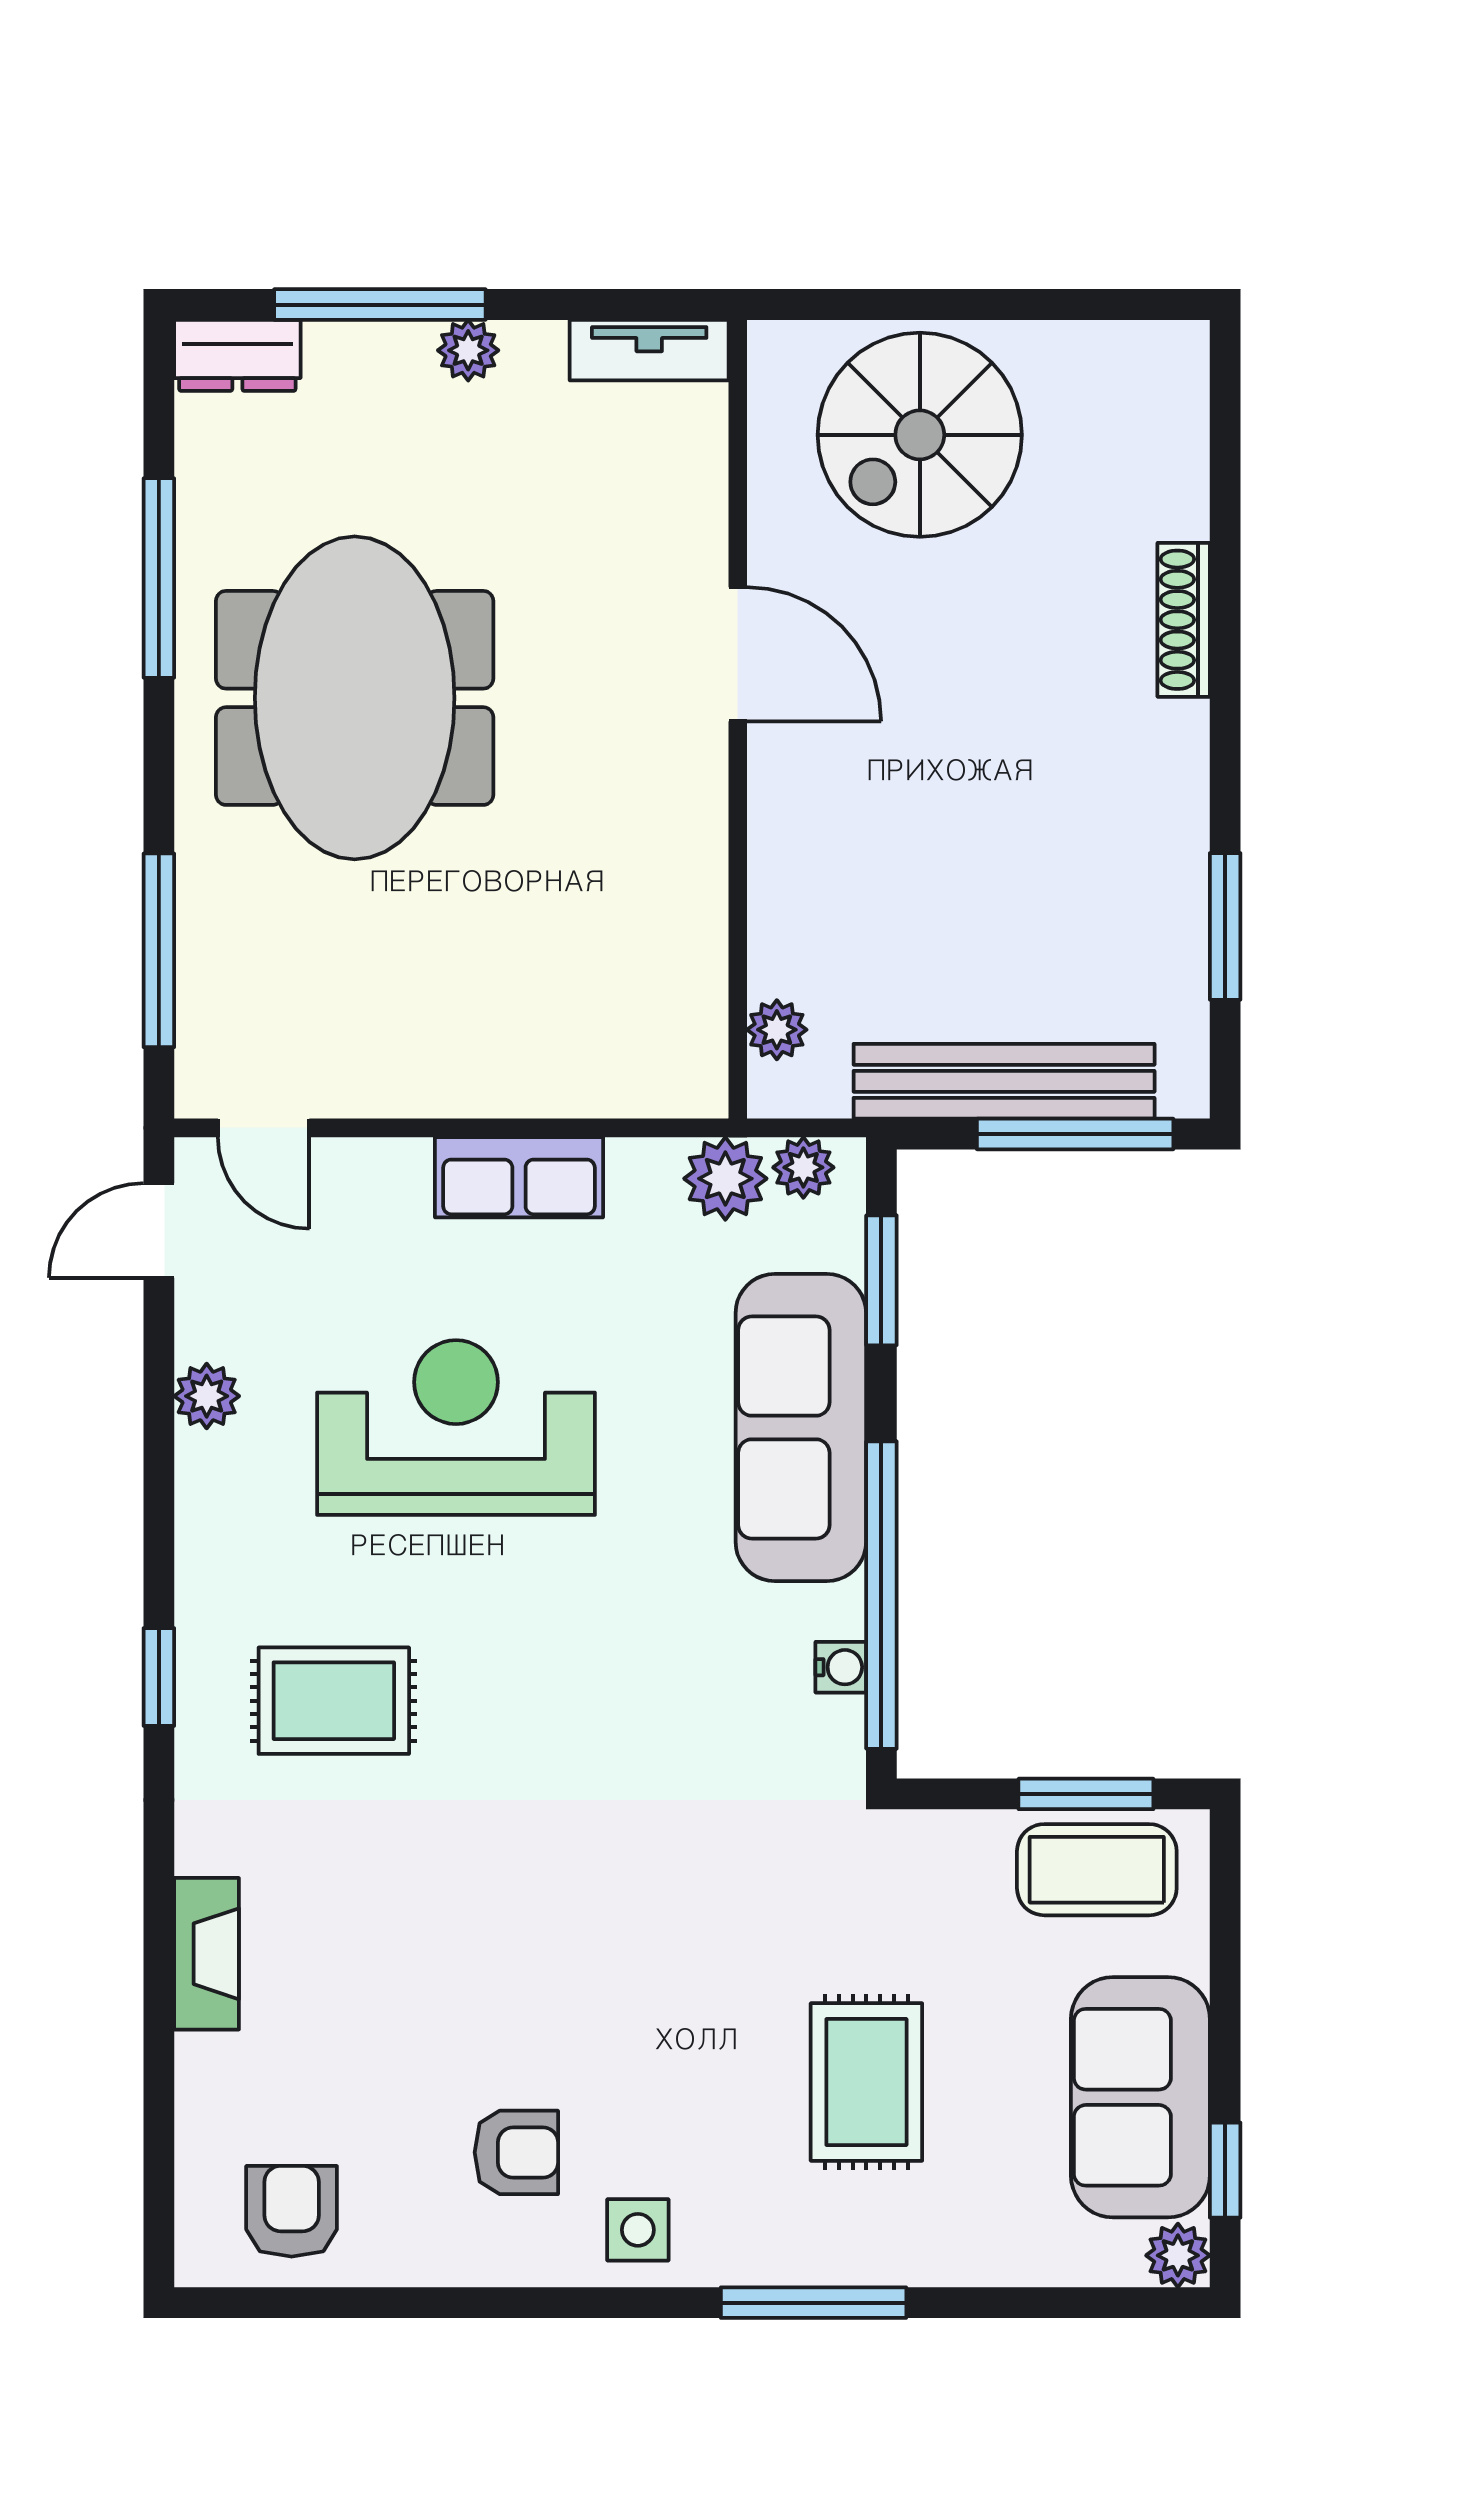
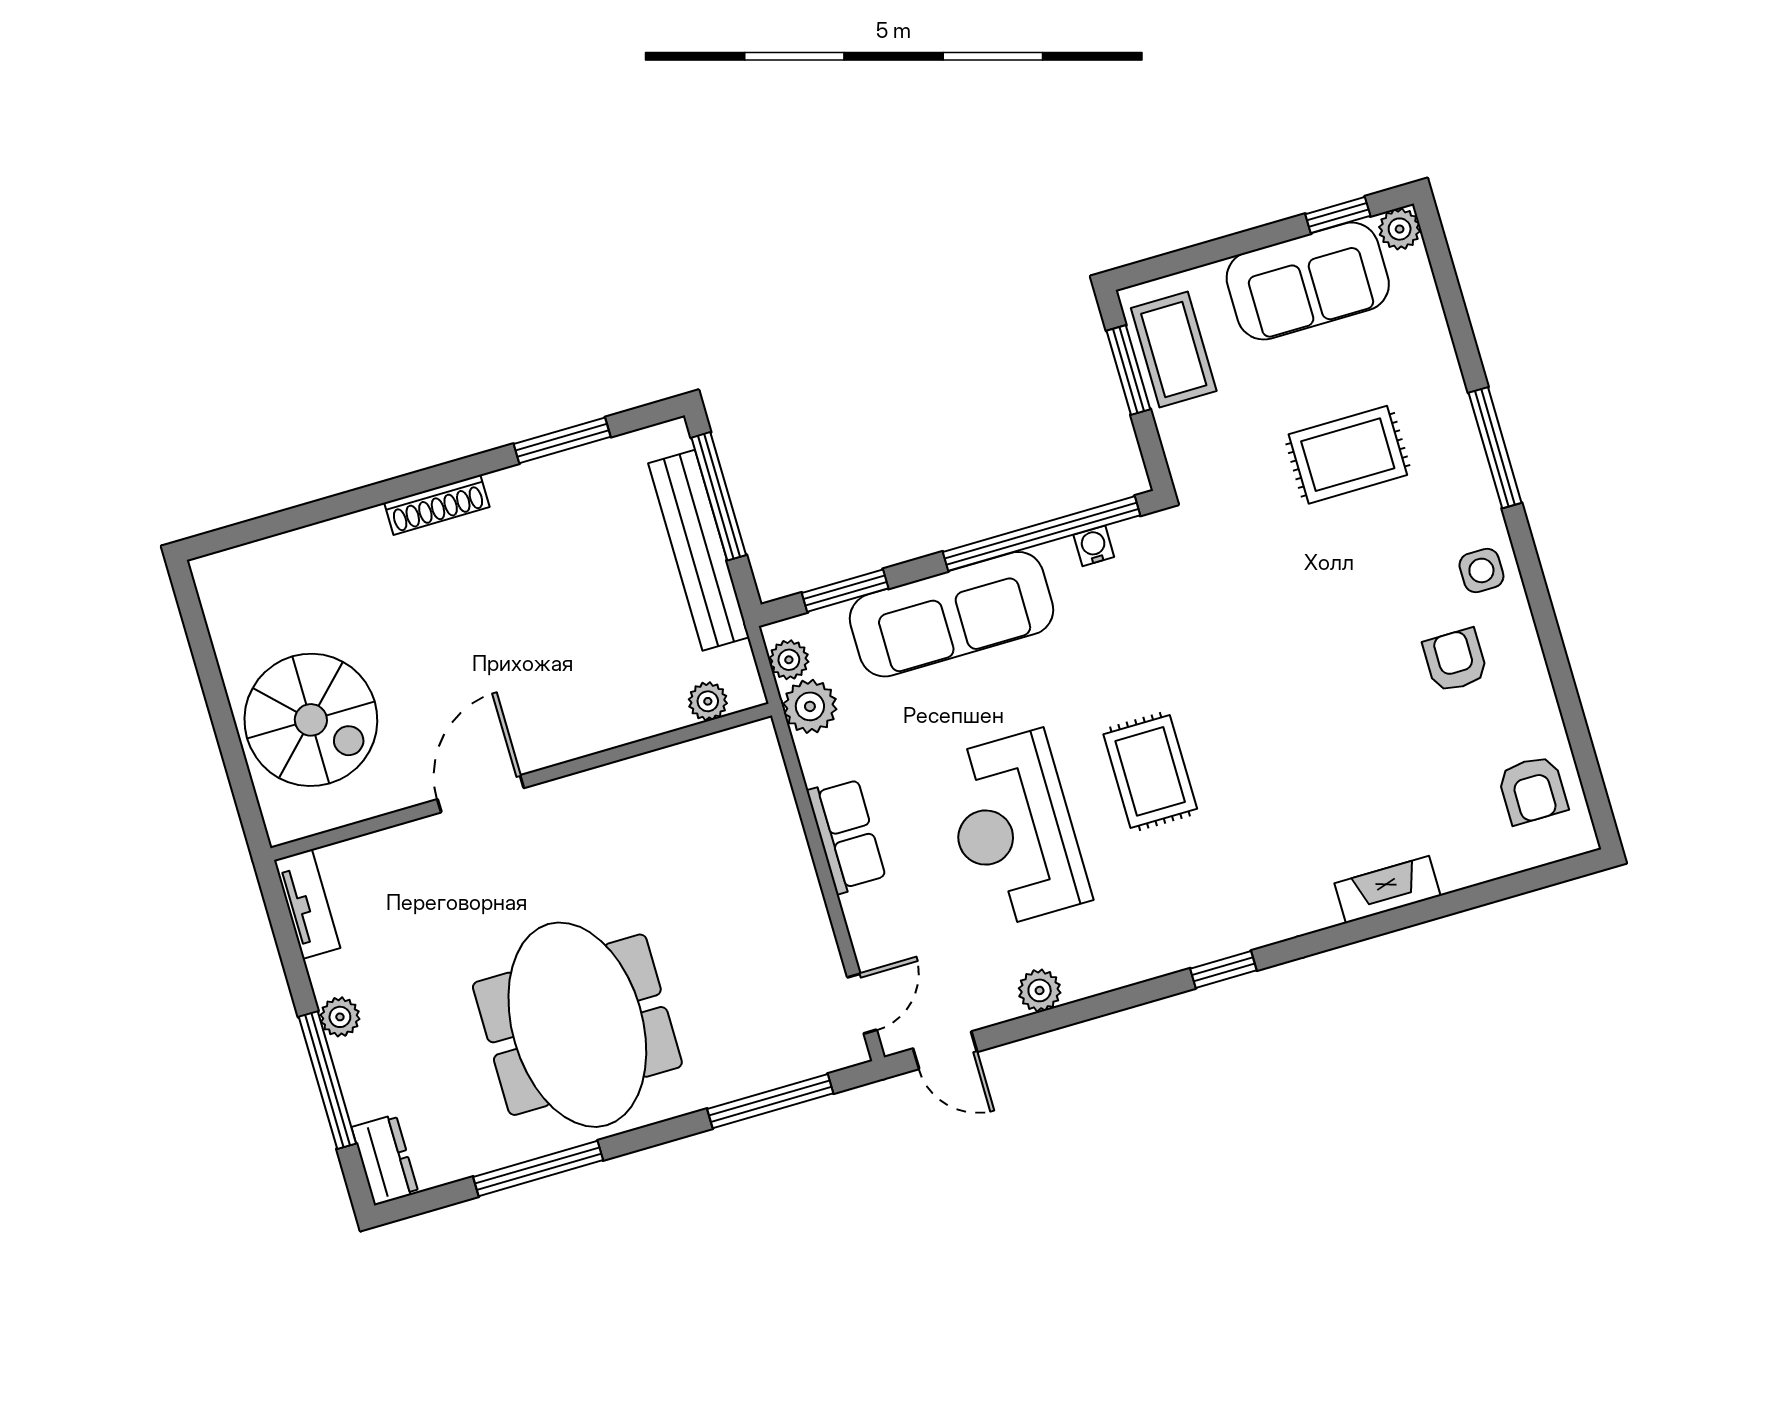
shoe rack: (1184, 620) -> (437, 505), moved
meeting table: (355, 698) -> (577, 1025), turned 90
rug: (334, 1701) -> (1150, 771), moved
armchair: (292, 2211) -> (1533, 790), turned -90

